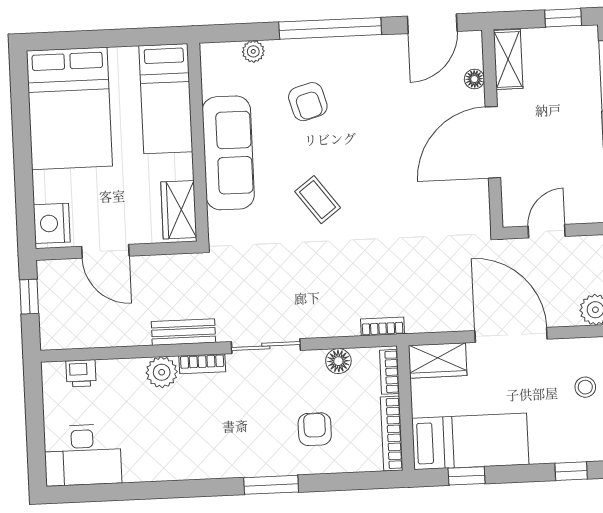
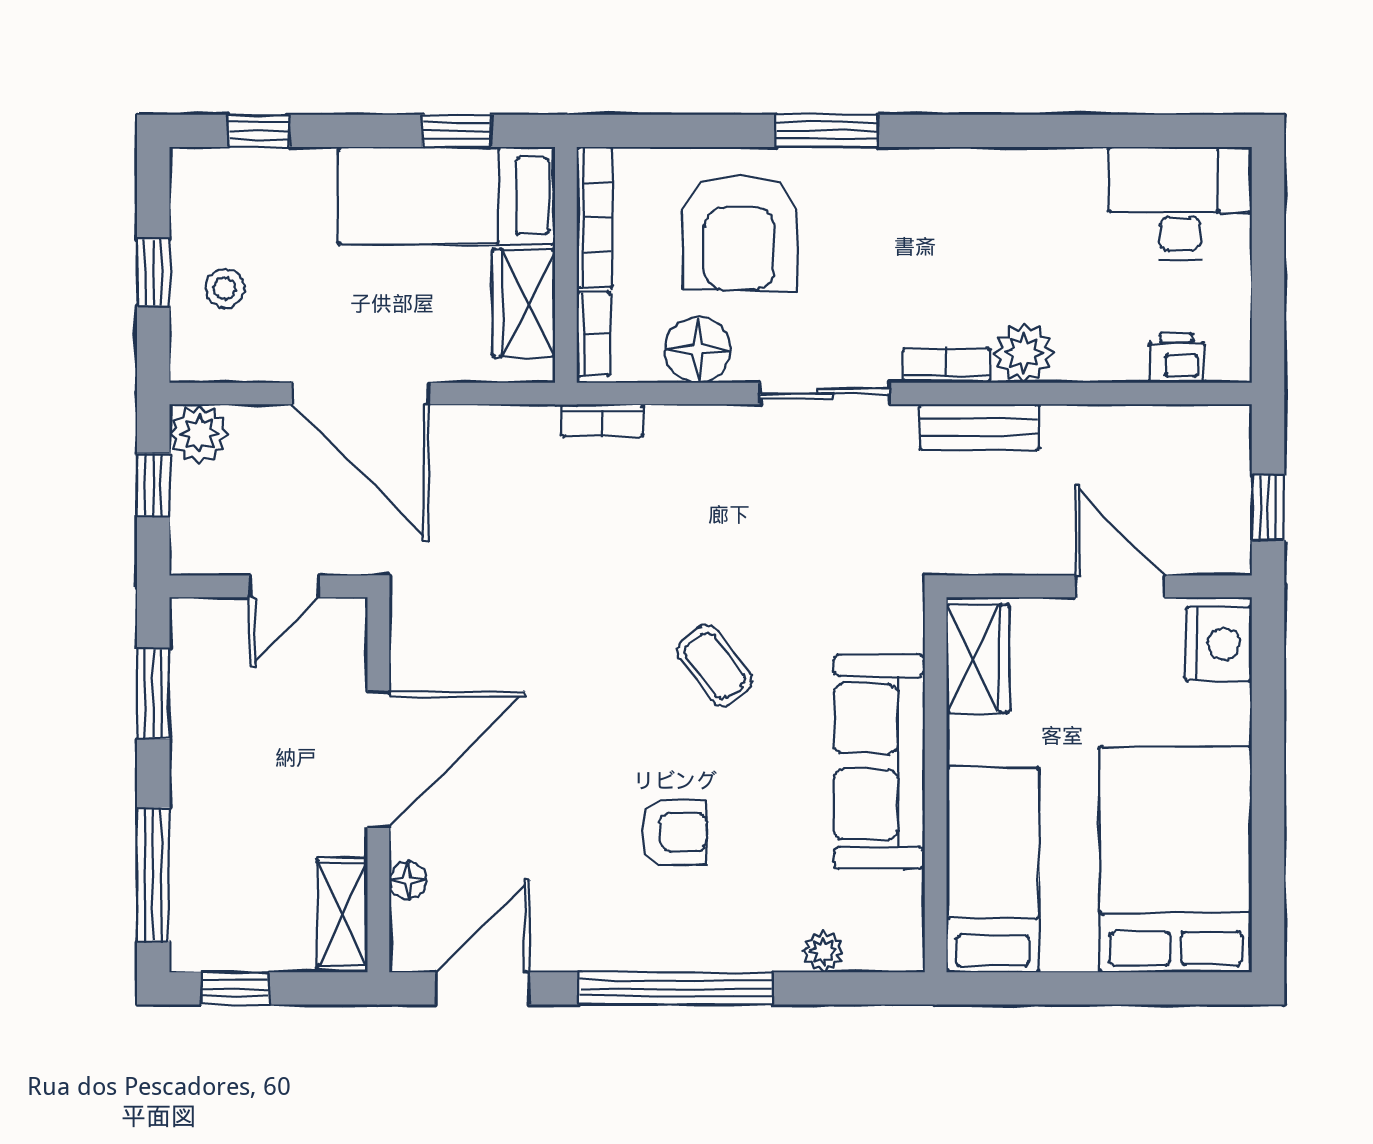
armchair: (308, 102) -> (674, 832), moved, turned 106
wardrobe: (438, 360) -> (524, 303), moved, turned -90
floor lamp: (338, 361) -> (698, 350), width x1.38, depth x1.38
armchair: (315, 429) -> (740, 232), width x1.88, depth x1.88

